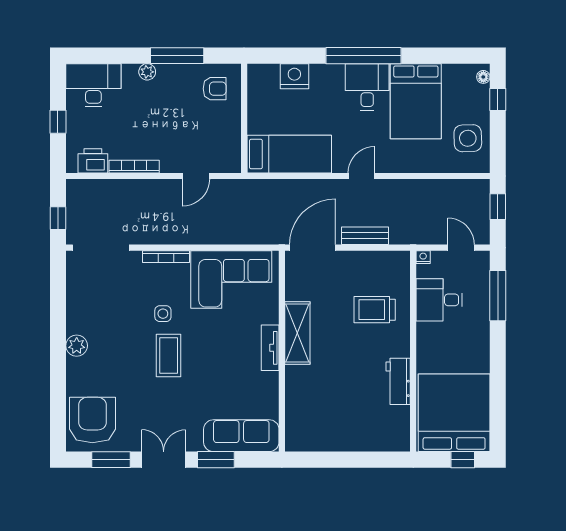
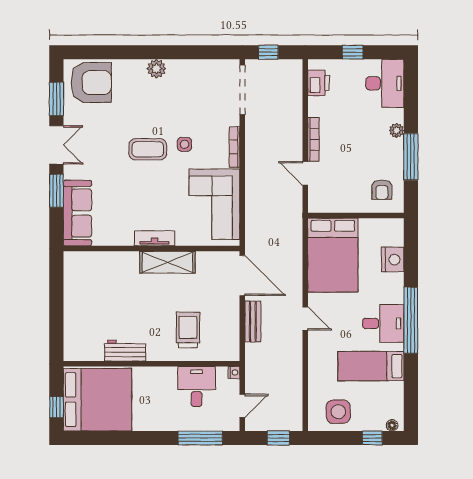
bed: (416, 101) -> (371, 366), width x0.67
bed: (289, 154) -> (333, 255), width x1.50
bookcase: (134, 167) -> (313, 139), moved

